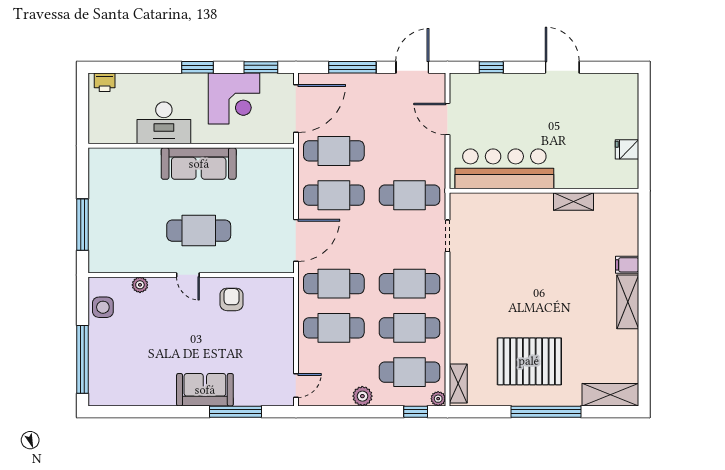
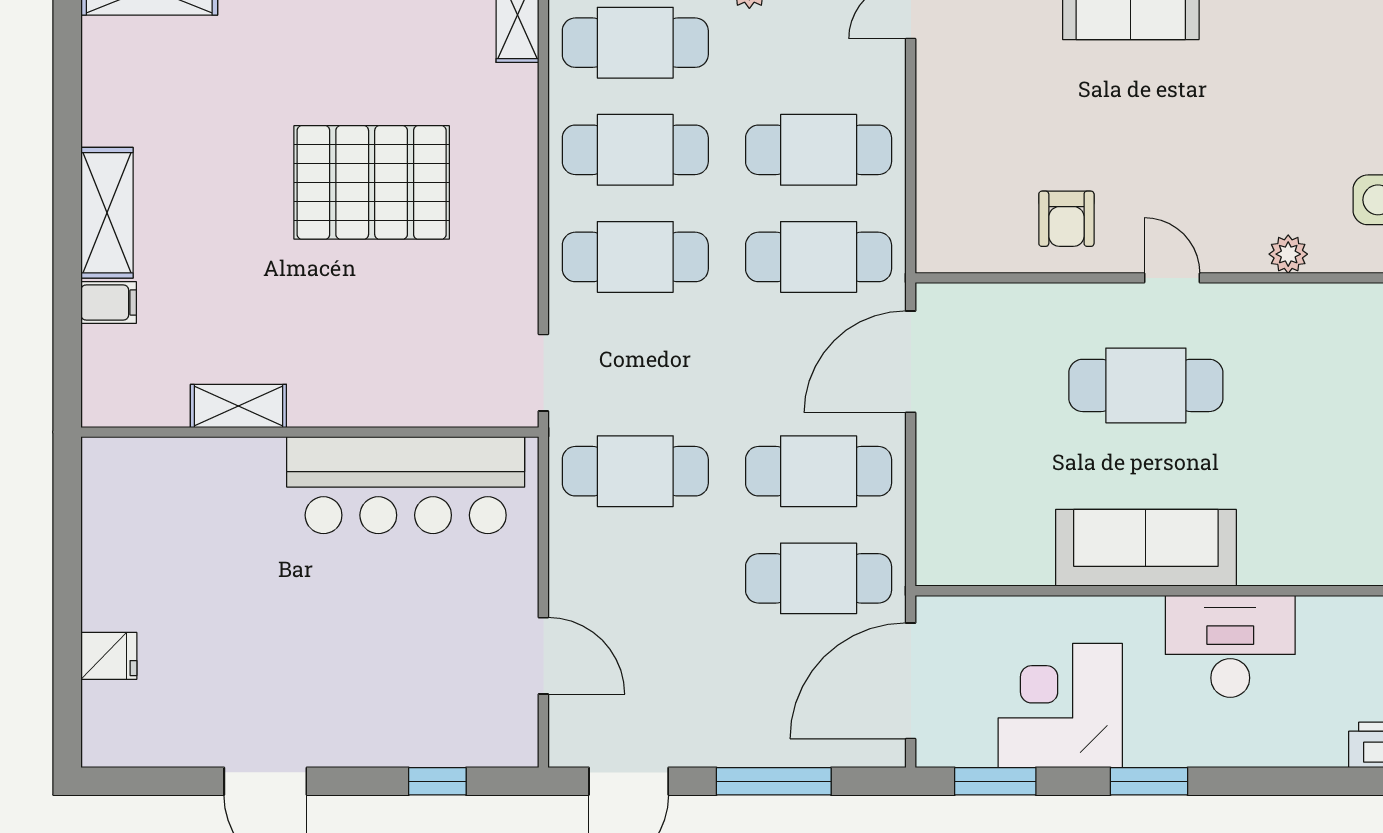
fridge: (627, 149) -> (109, 656), moved
bar counter: (504, 169) -> (406, 485), moved
wall: (544, 191) -> (310, 432), moved
shelving: (573, 202) -> (238, 406), moved
pallet: (529, 361) -> (372, 182), moved

